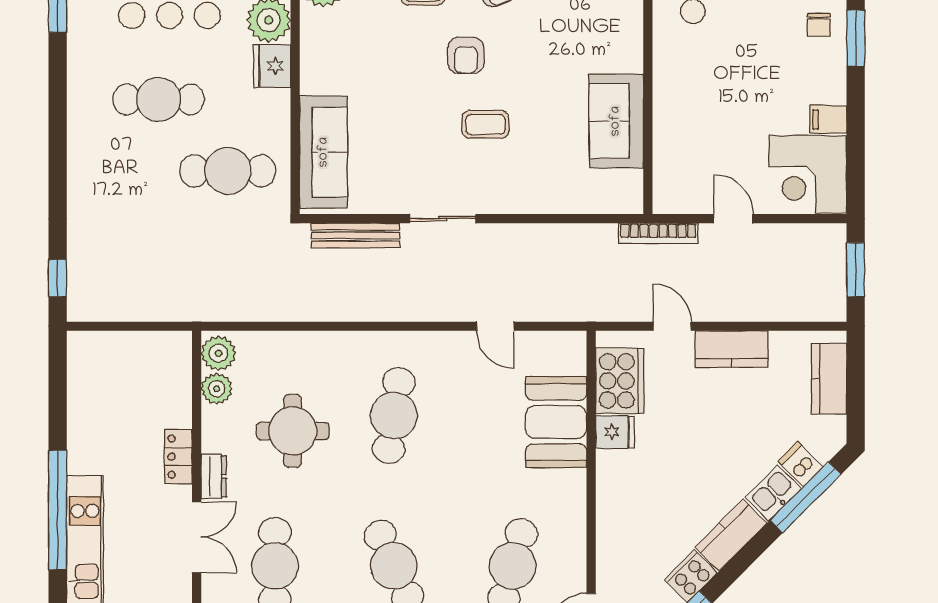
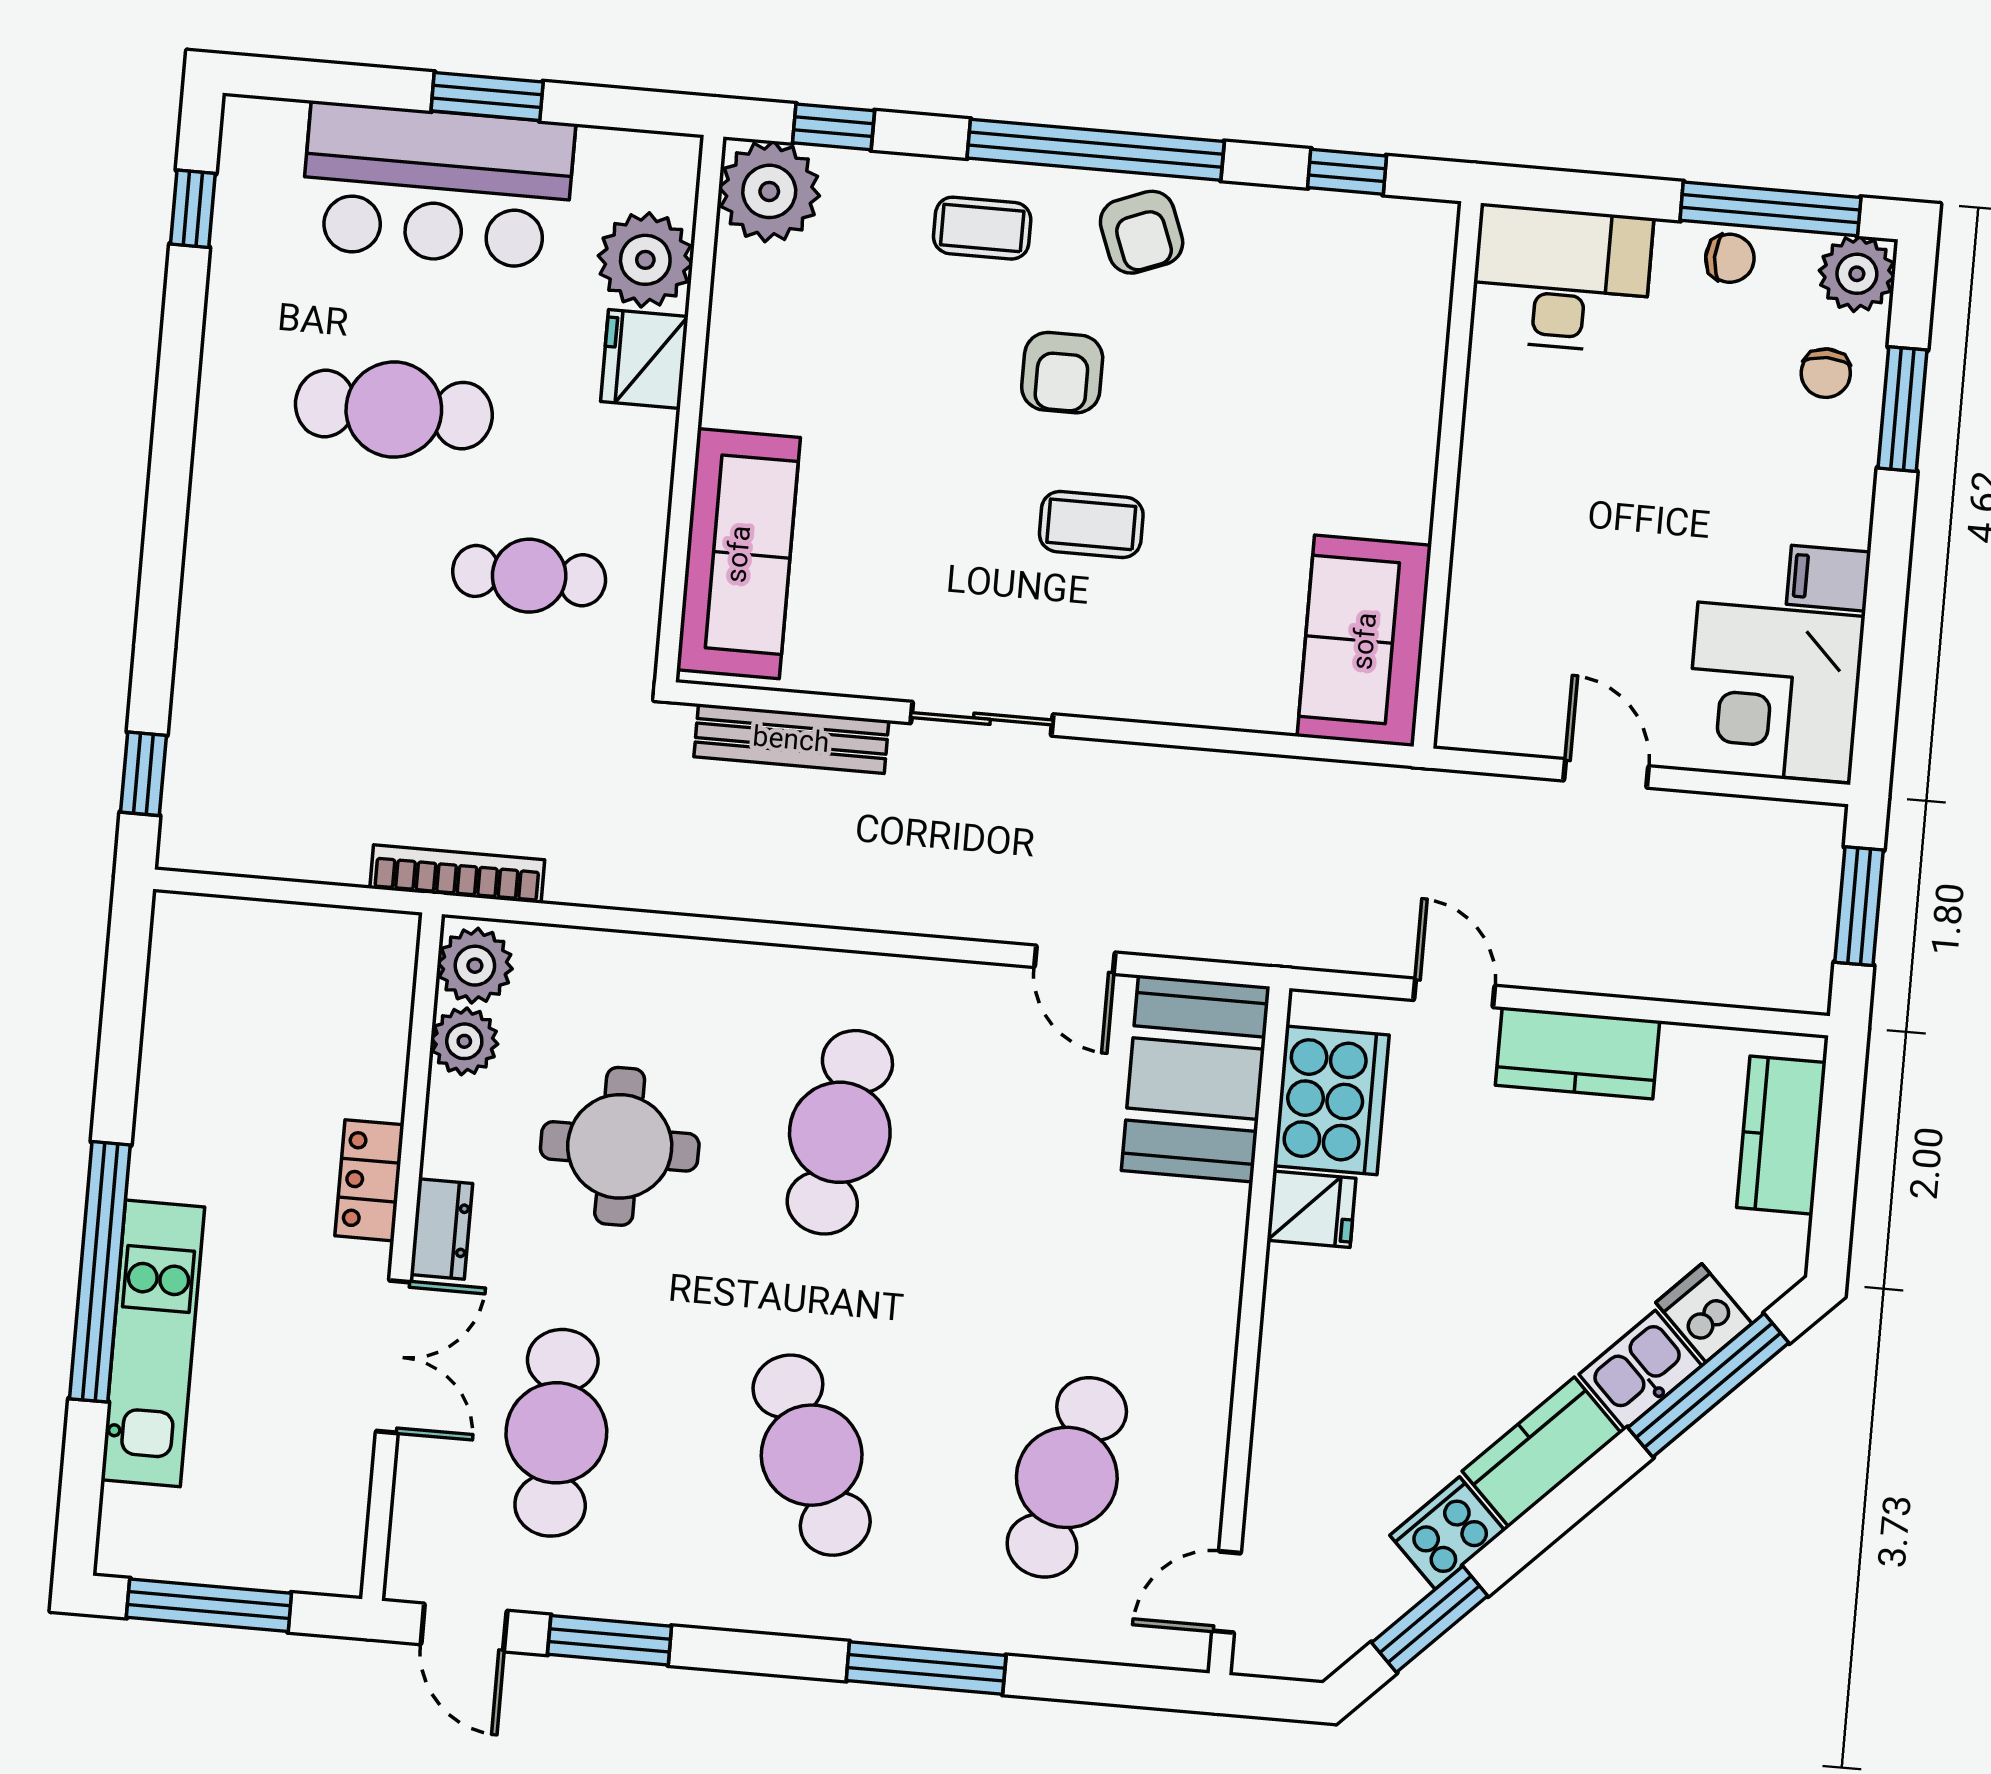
sofa: (616, 121) -> (1364, 641), moved
cafe table: (228, 171) -> (529, 576), width x0.73, depth x0.74
bookcase: (658, 233) -> (457, 874), moved, turned 180
booth: (556, 422) -> (1196, 1079), moved

